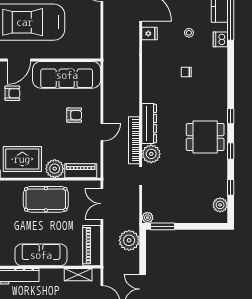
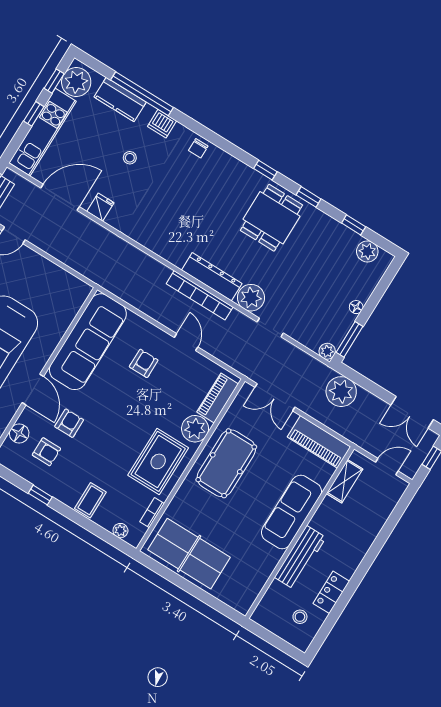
chair: (186, 72) -> (198, 148), moved
bookcase: (134, 140) -> (200, 295), moved
floor lamp: (184, 219) -> (356, 307), added

